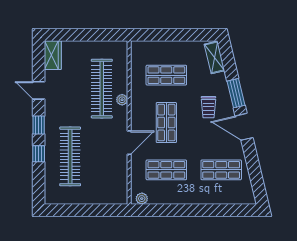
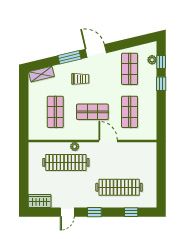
door: (244, 127) -> (96, 51), swing flipped
window: (39, 154) -> (131, 212), moved
plant: (142, 199) -> (152, 60), moved
window: (202, 210) -> (161, 84), added
window: (230, 210) -> (161, 62), added

